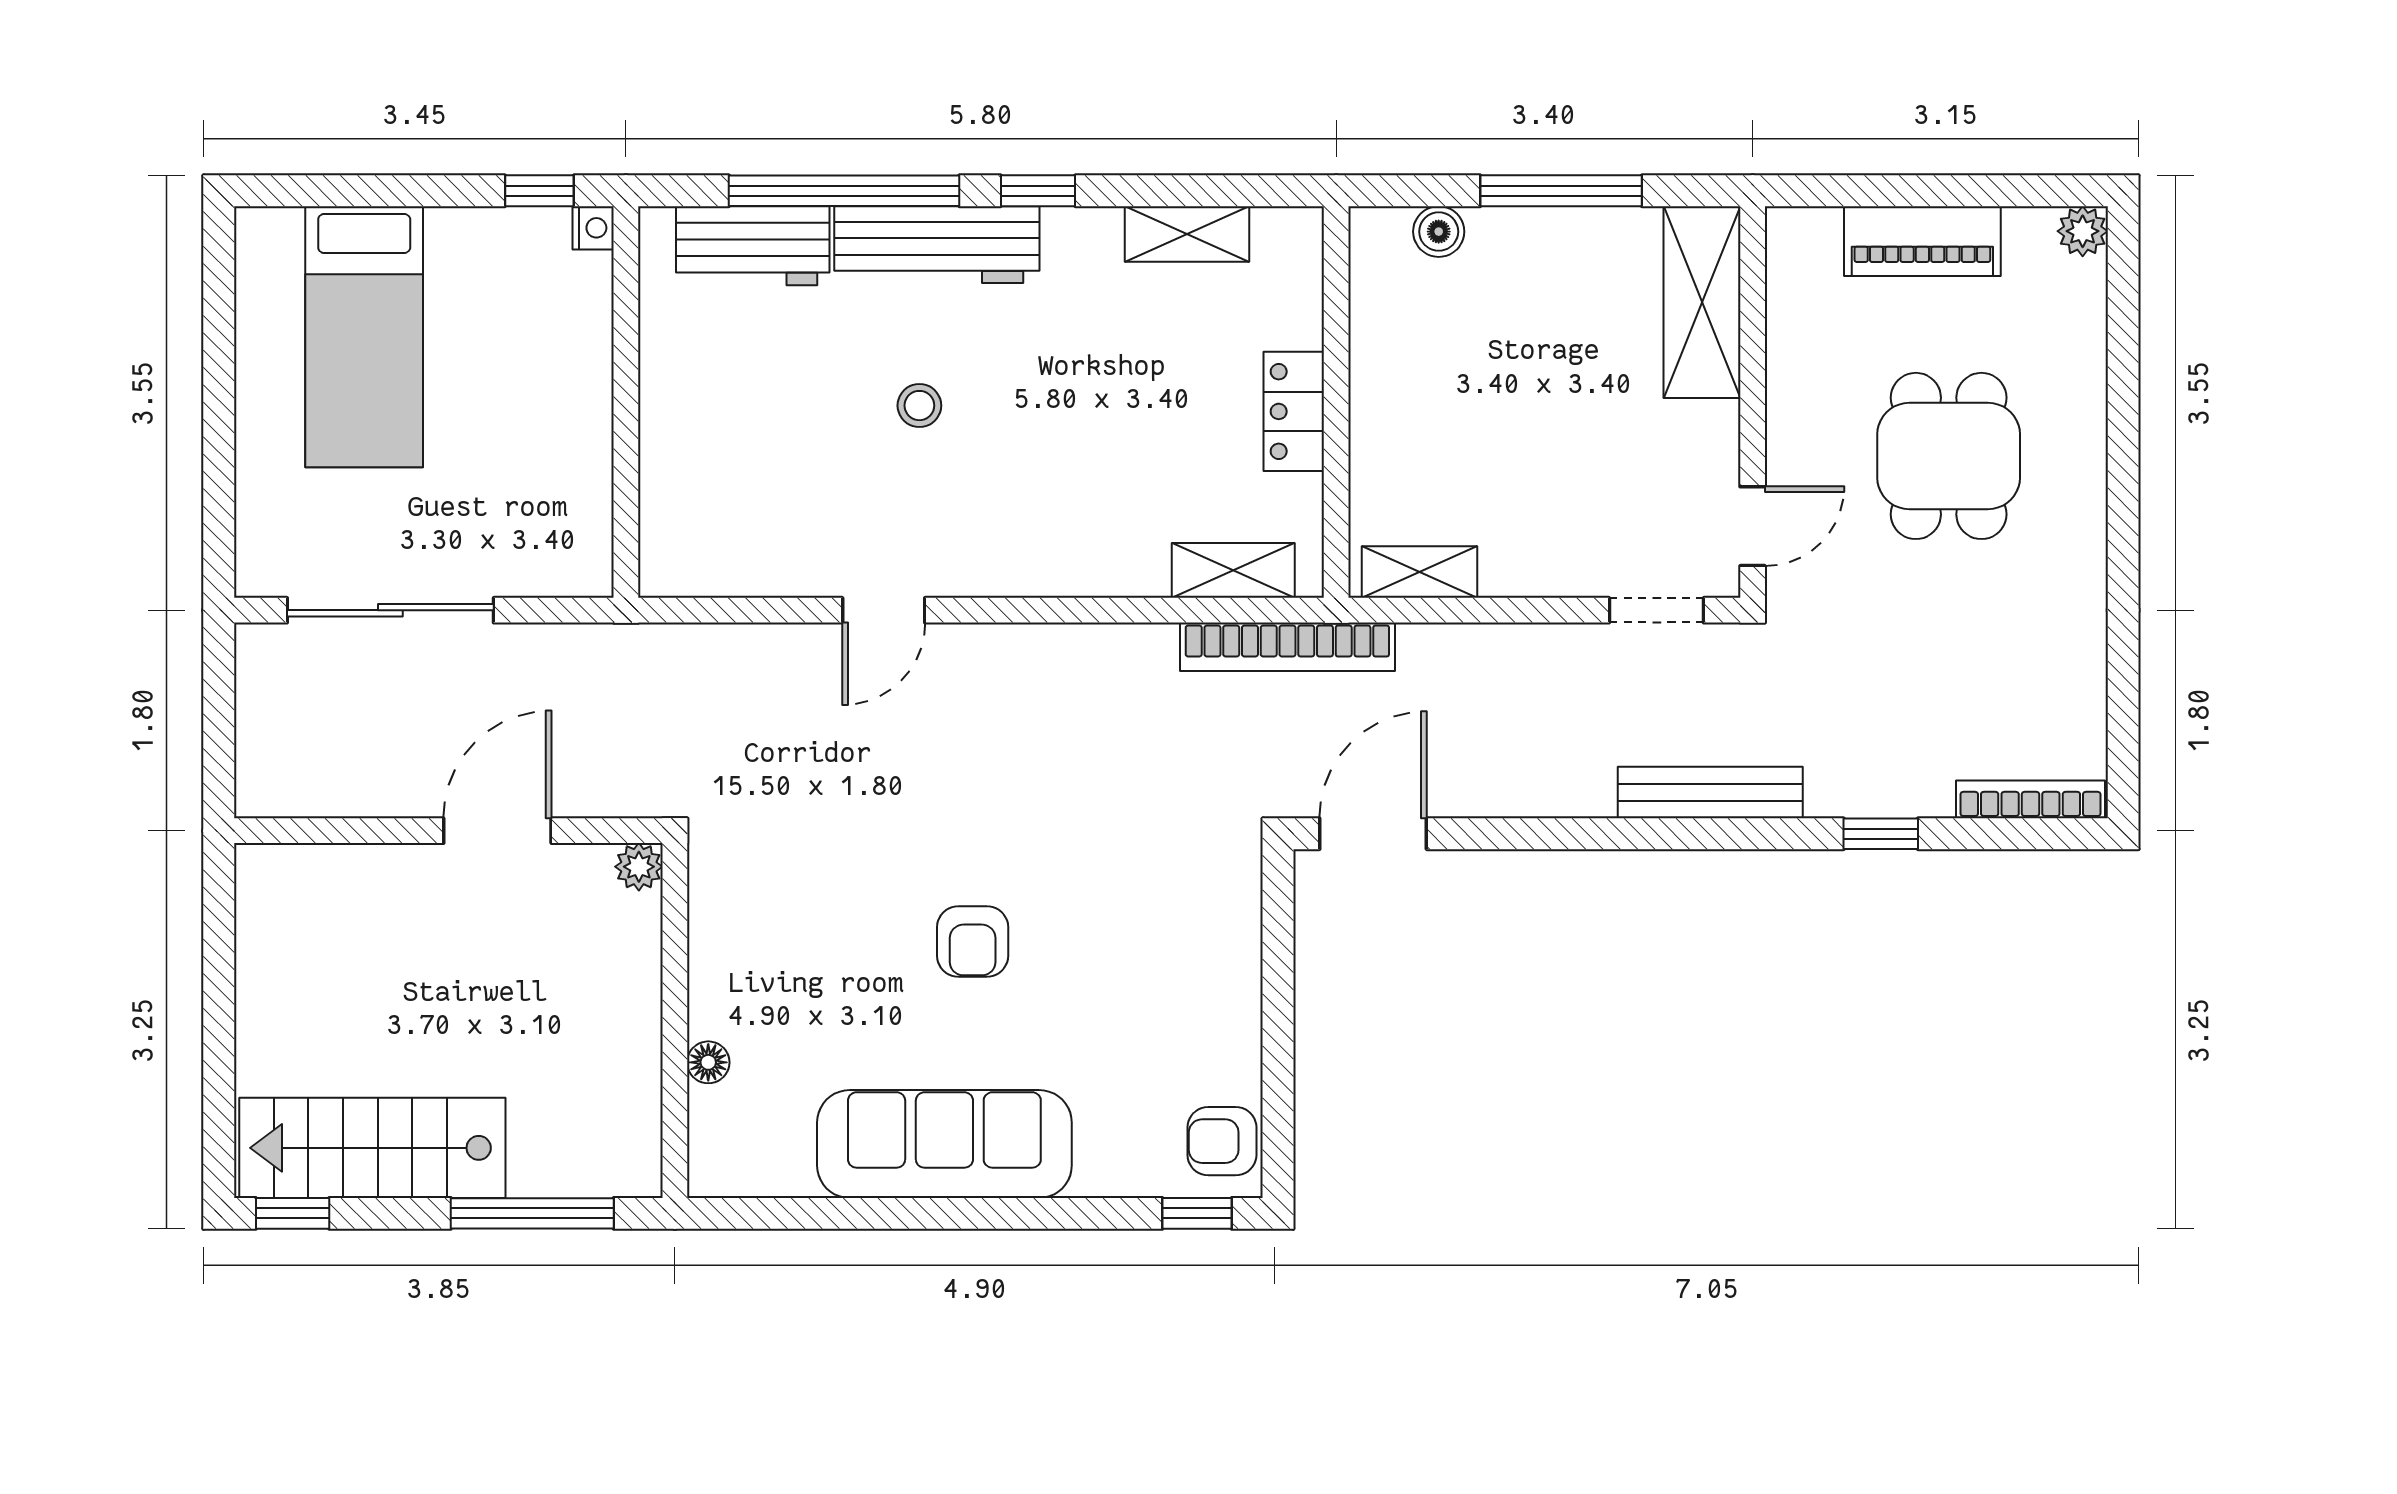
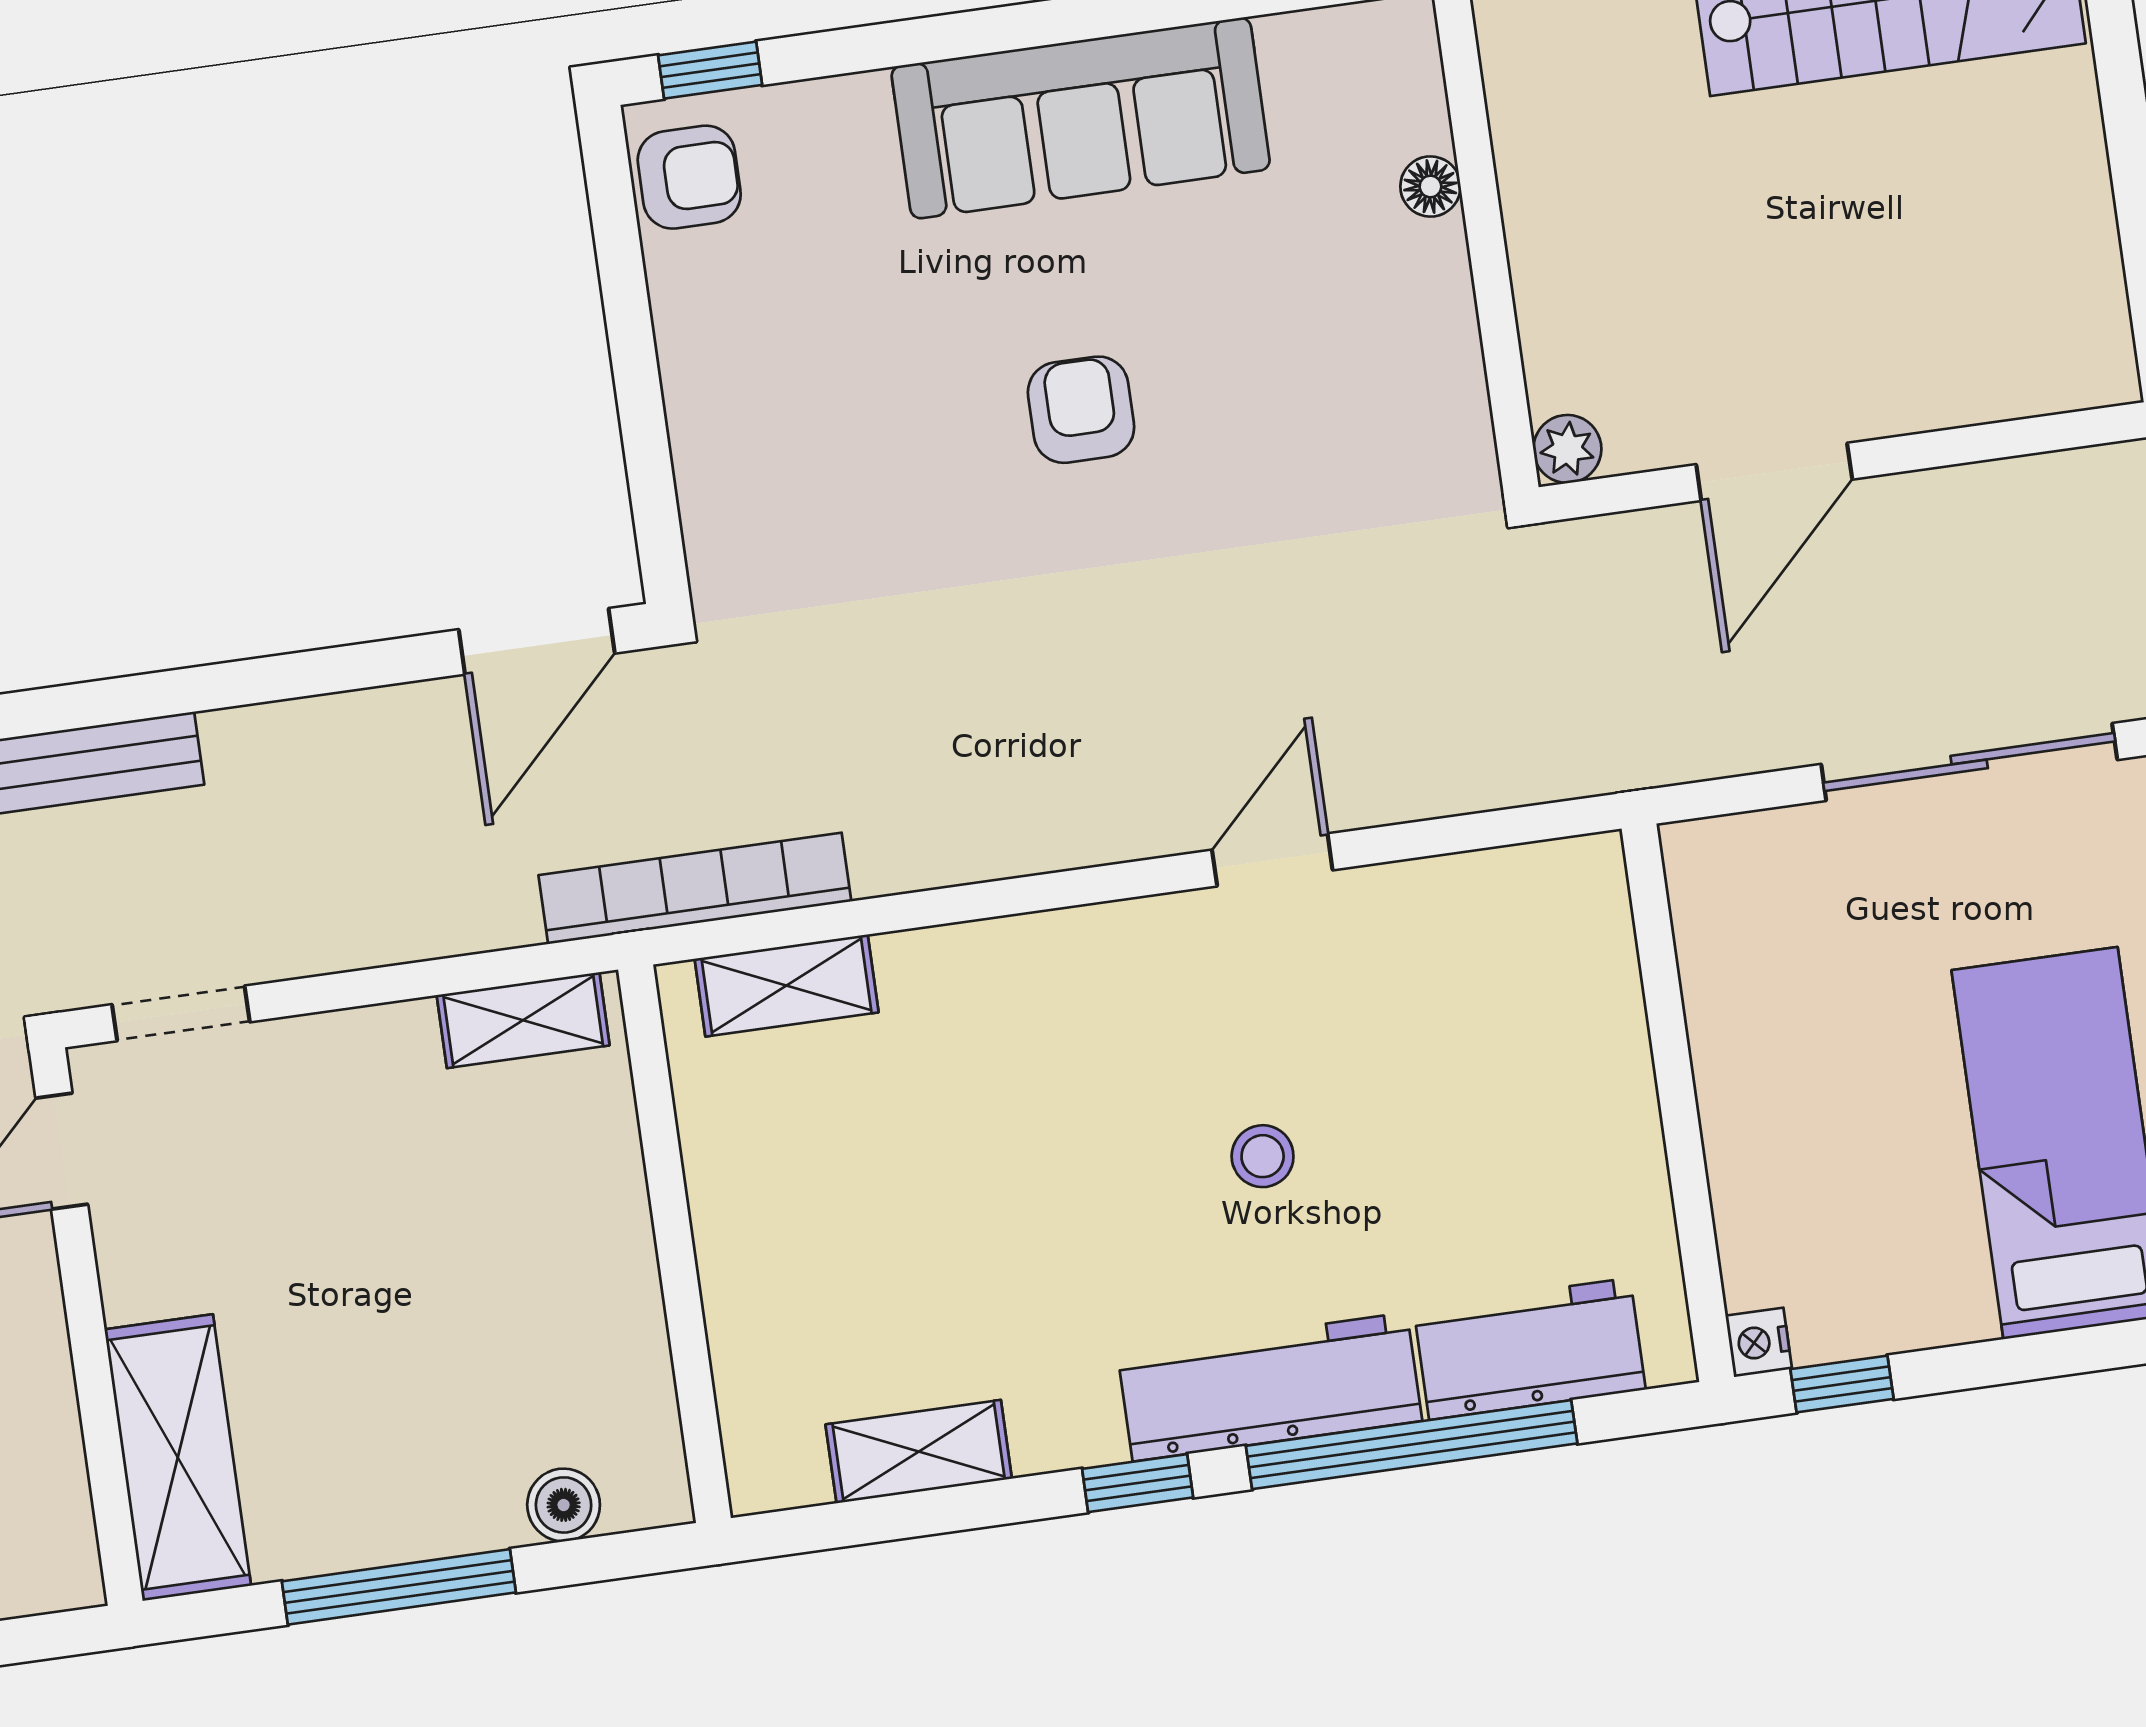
locker: (1294, 411) -> (733, 1222), removed

